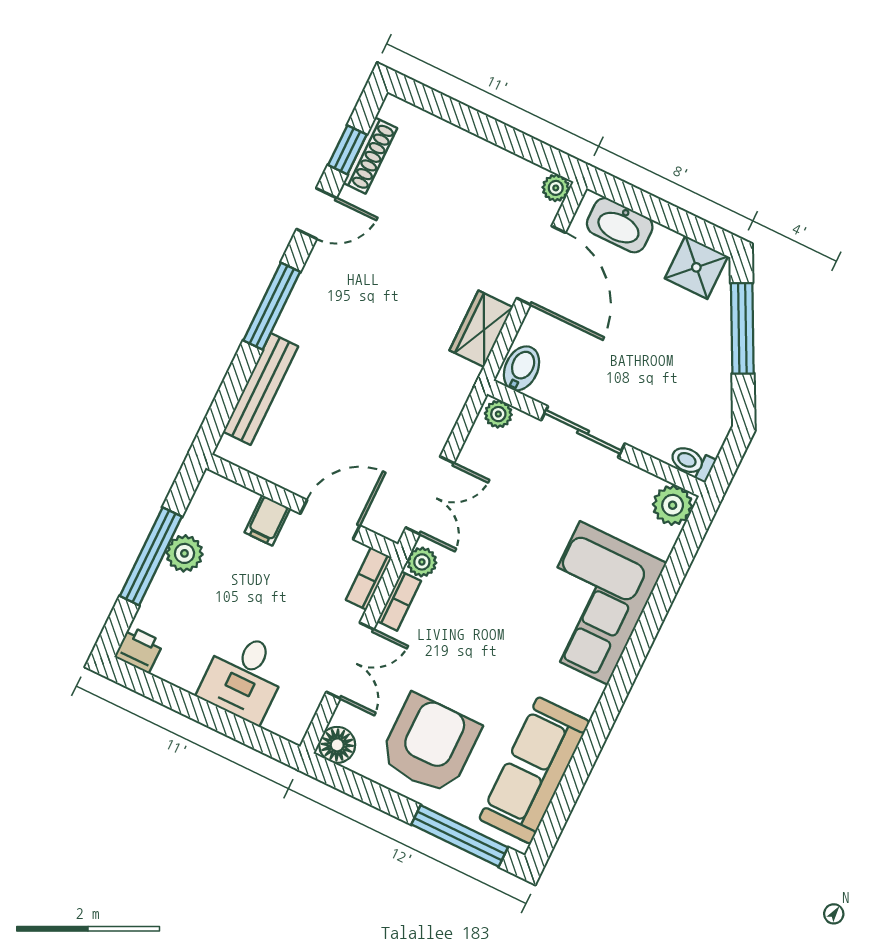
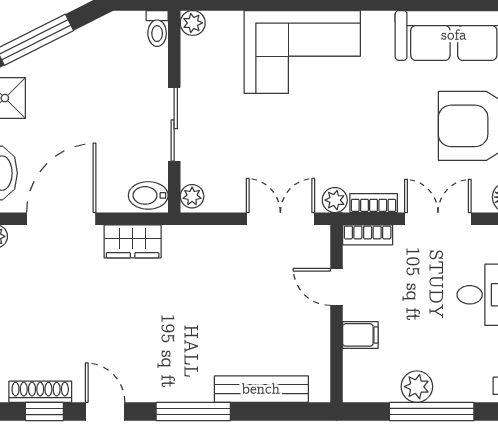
plant: (673, 505) -> (193, 23), width x0.73, depth x0.73
door: (330, 520) -> (336, 287), width x0.73

